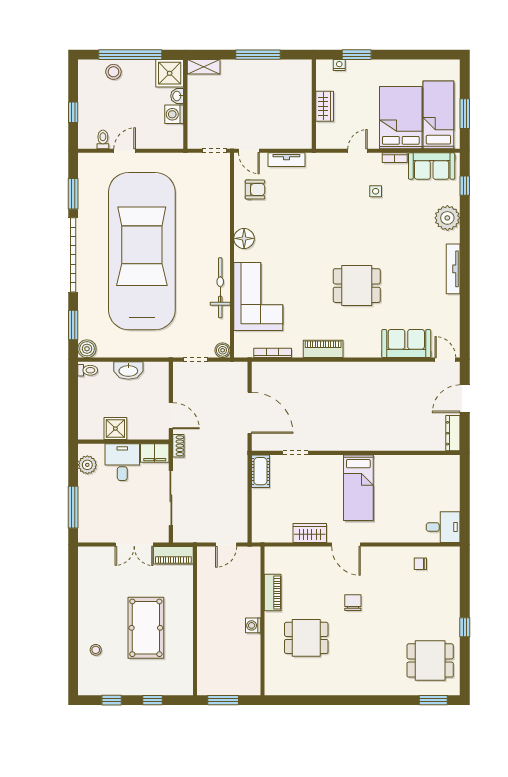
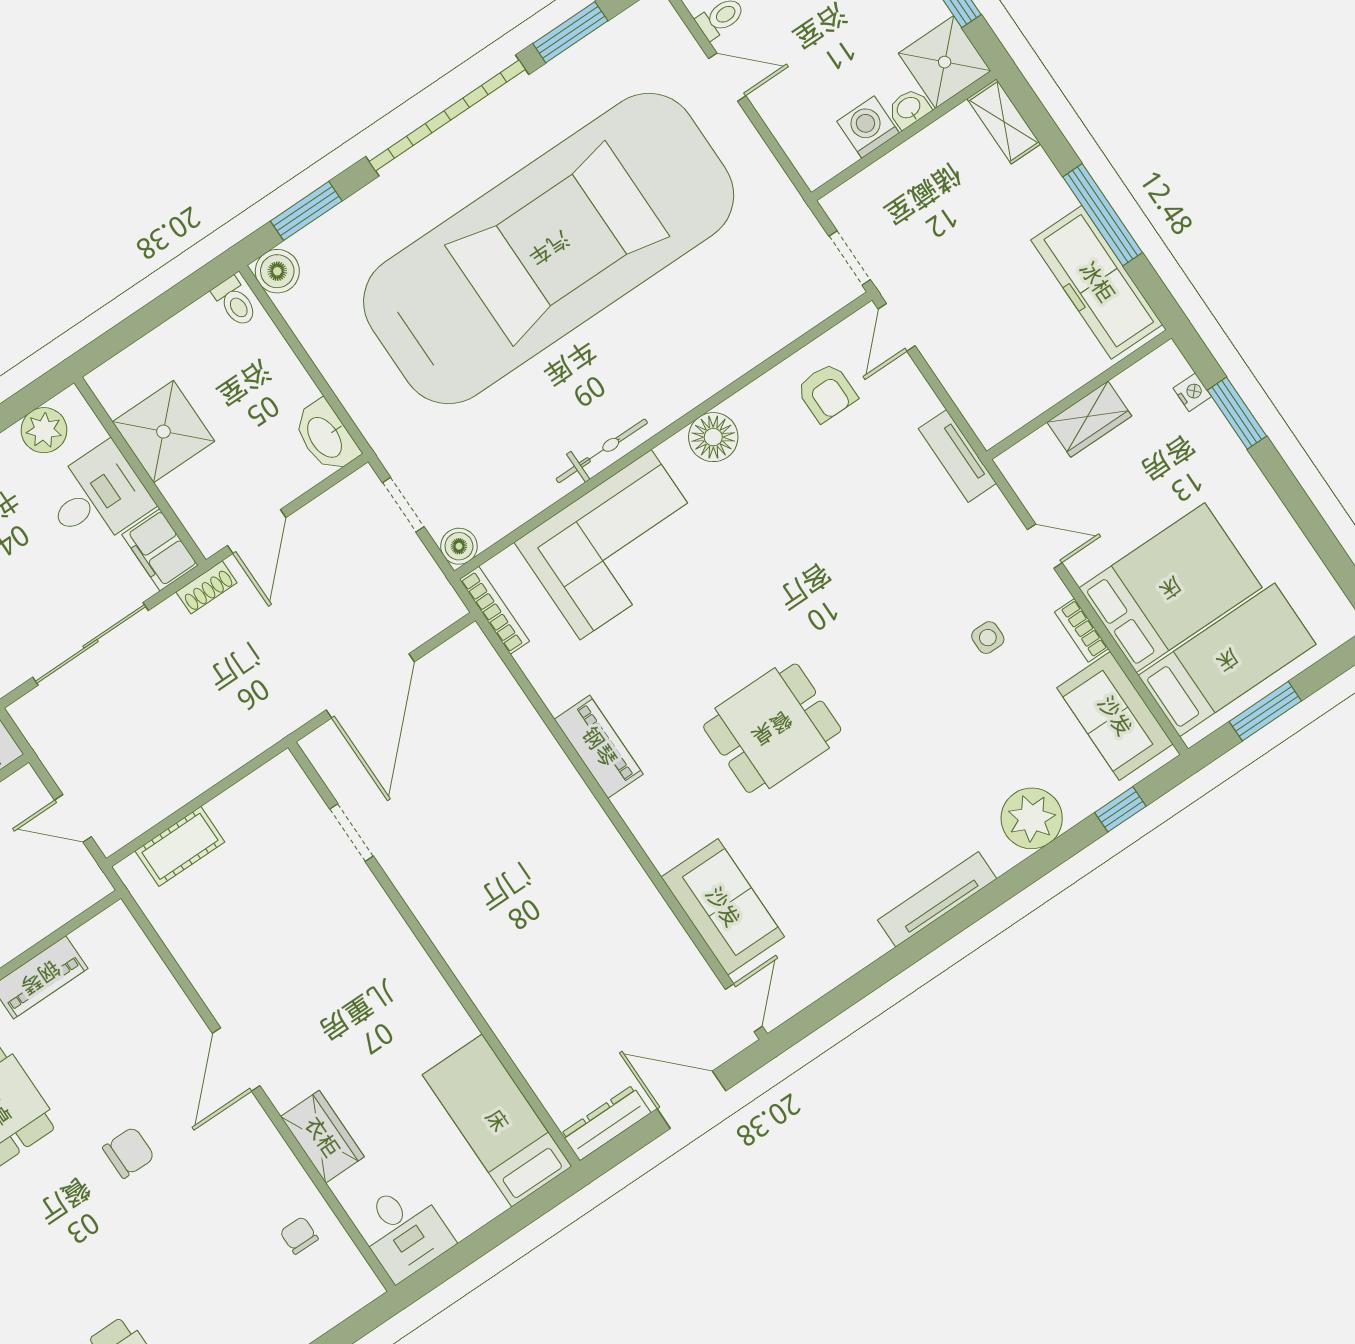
freezer: (280, 72) -> (1097, 282), added
tv unit: (286, 160) -> (957, 456), moved
dining table: (357, 286) -> (772, 728), turned 90
bicycle: (220, 288) -> (602, 451), width x0.73, depth x0.71
bookcase: (273, 353) -> (494, 610), moved
washbasin: (128, 370) -> (326, 437), moved
shower: (115, 429) -> (163, 432), width x1.36, depth x1.36
cot: (260, 471) -> (180, 846), moved
bed: (358, 488) -> (497, 1121), moved, turned 90
wardrobe: (310, 533) -> (322, 1137), moved

